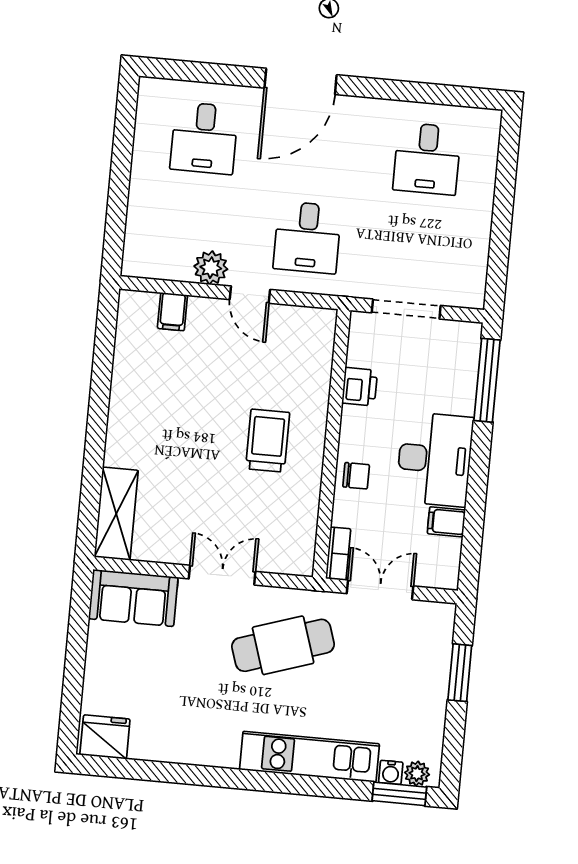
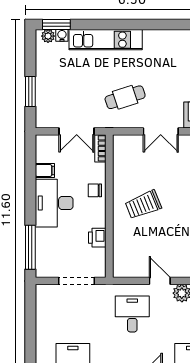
trolley: (268, 441) -> (143, 205), turned 68
cafe table: (283, 645) -> (125, 97), width x0.73, depth x0.74

